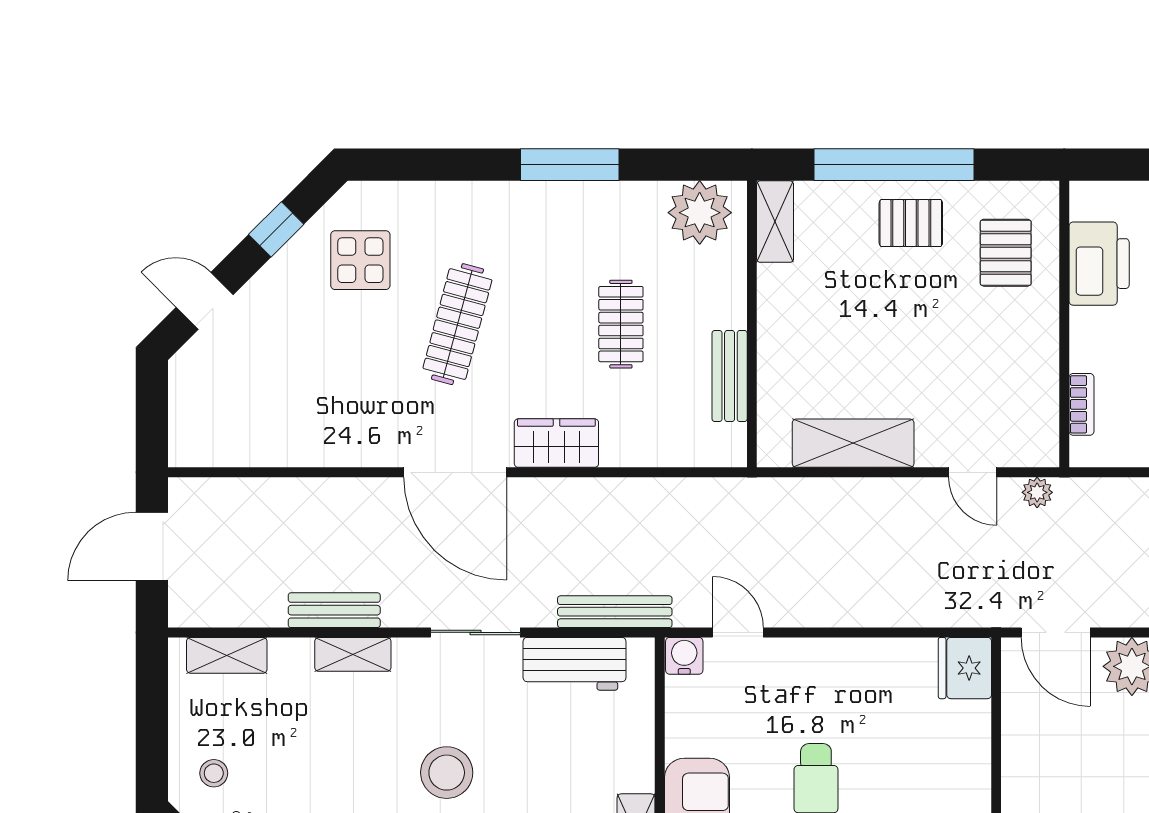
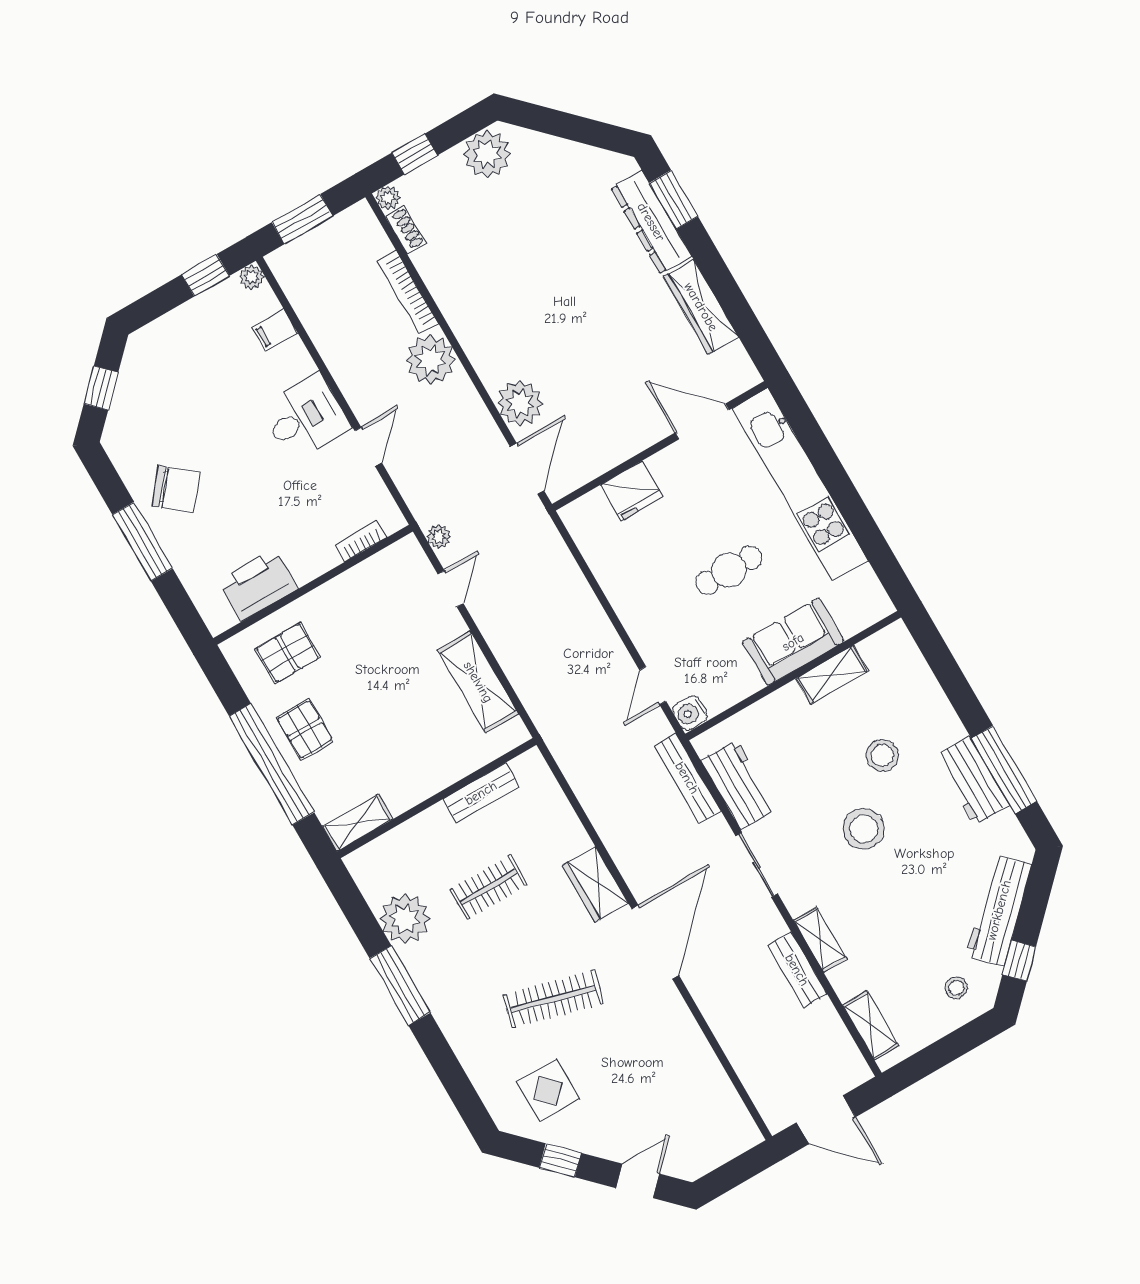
plant: (700, 213) -> (405, 919), moved
door: (205, 301) -> (638, 1181), swing flipped
fridge: (965, 668) -> (632, 491), moved

